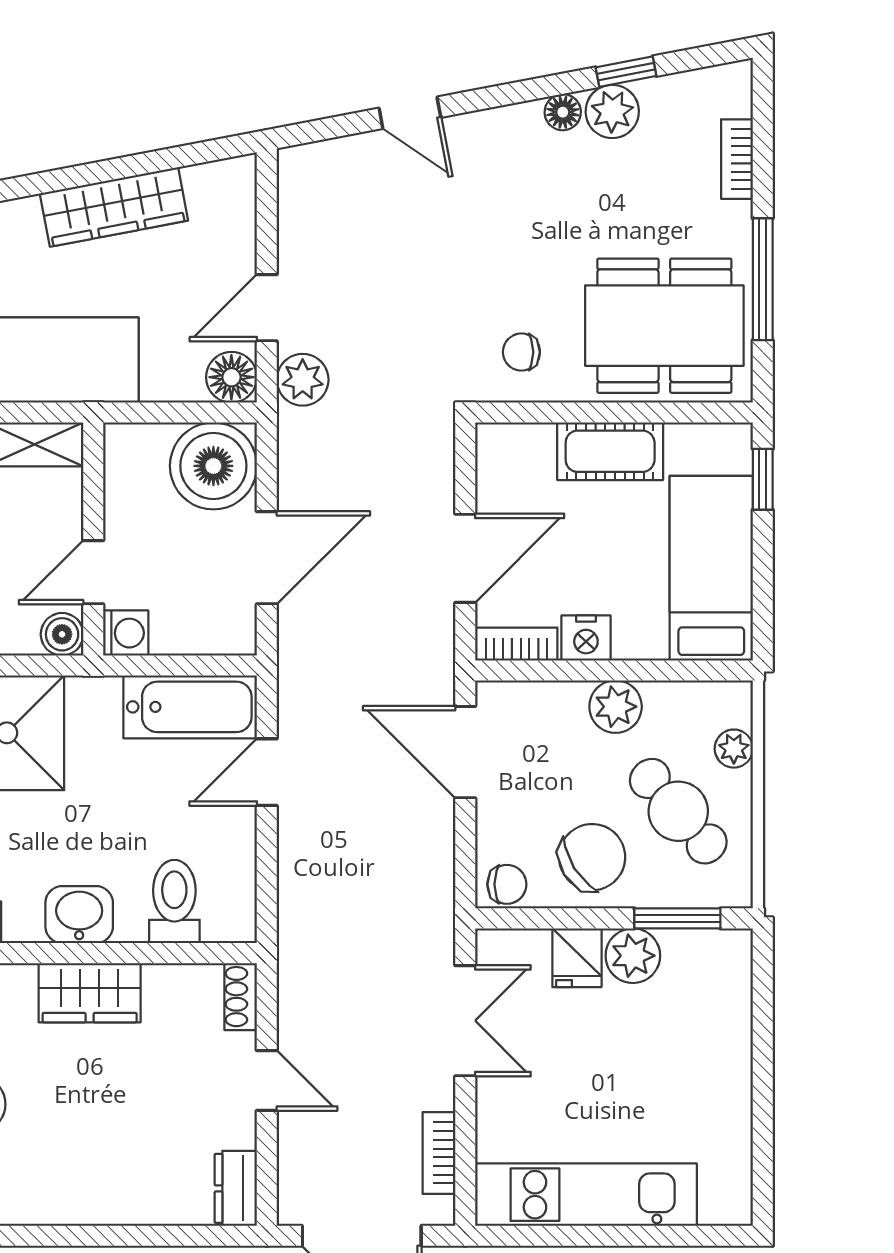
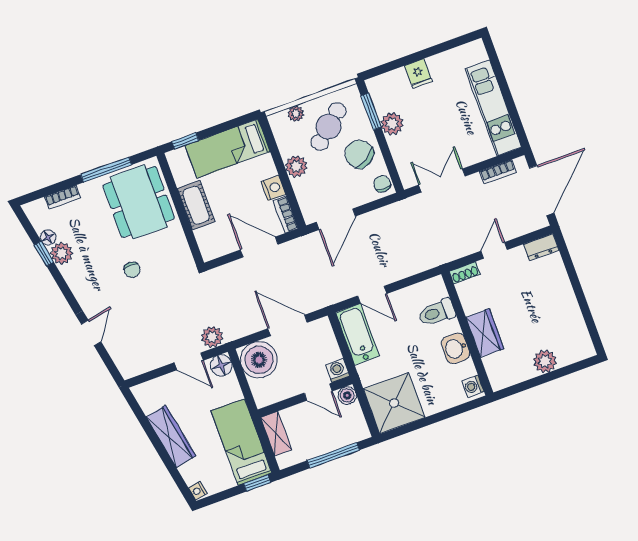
floor lamp: (563, 112) -> (48, 237), moved
chair: (521, 352) -> (132, 270), moved
fridge: (577, 958) -> (418, 74), moved, turned 90

